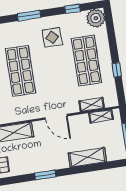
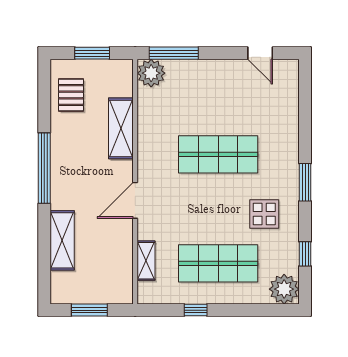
shelving: (101, 116) -> (125, 273), removed
window: (45, 175) -> (44, 168), width x2.11

